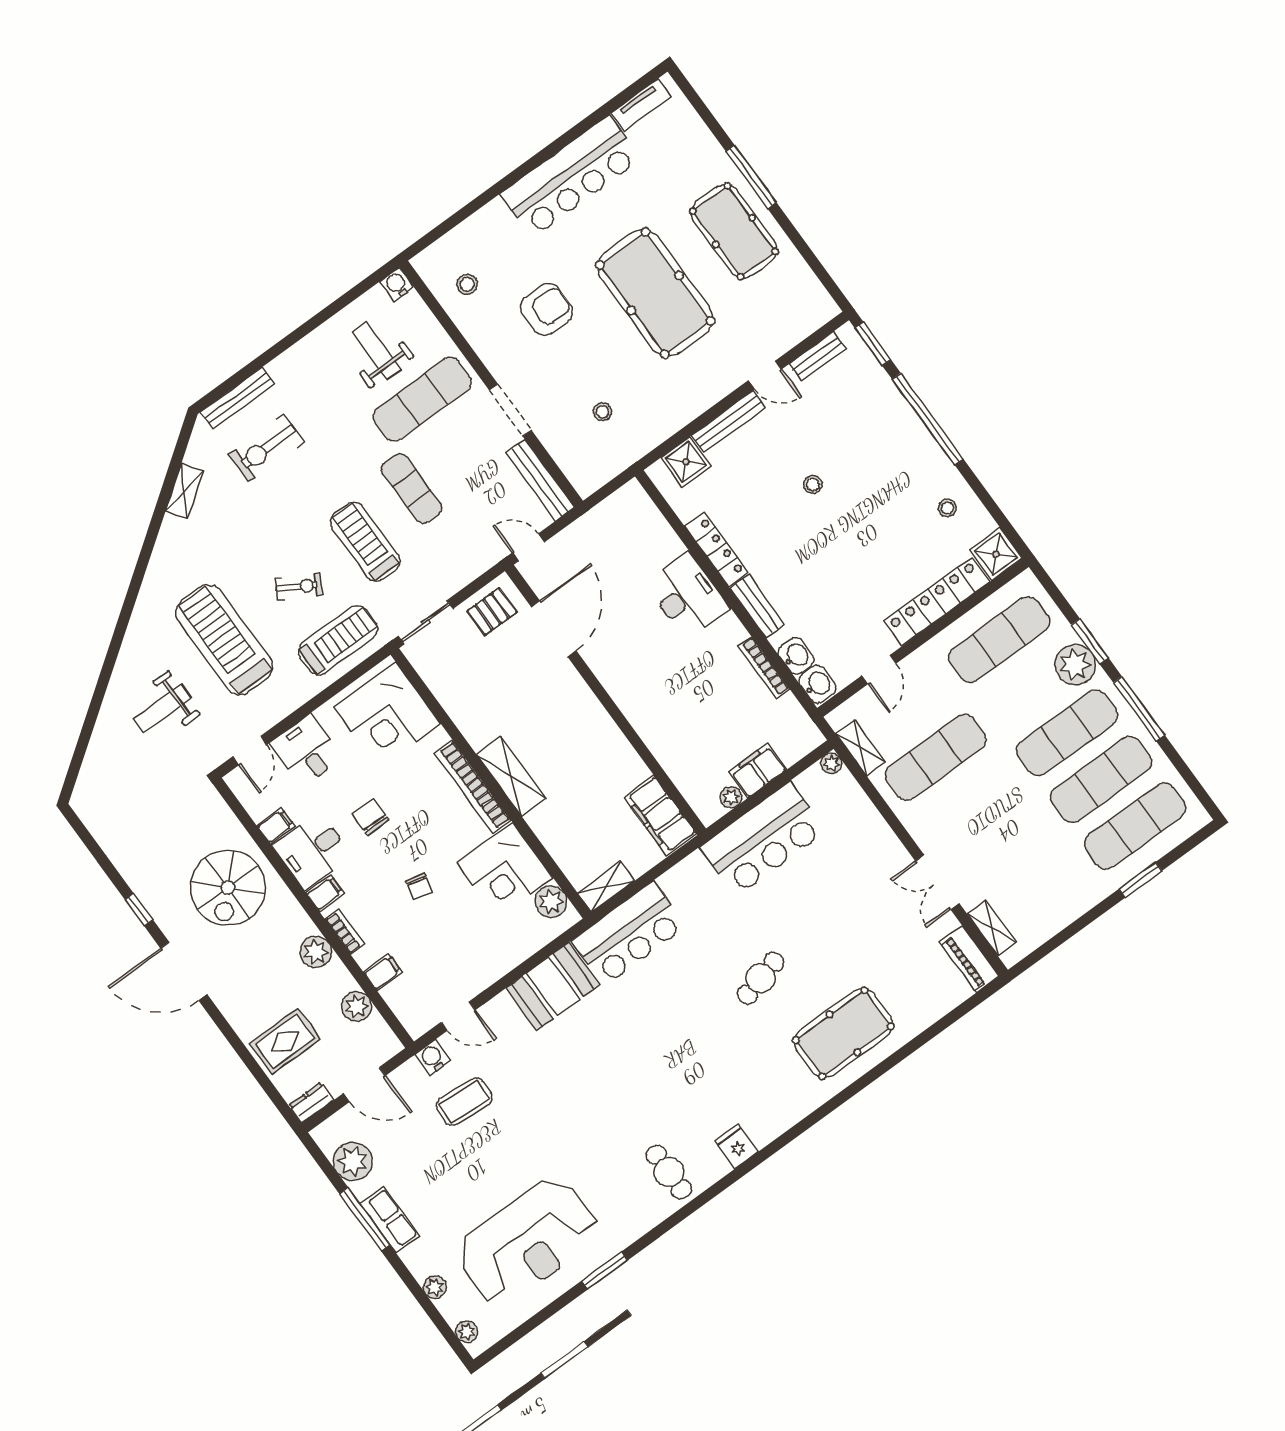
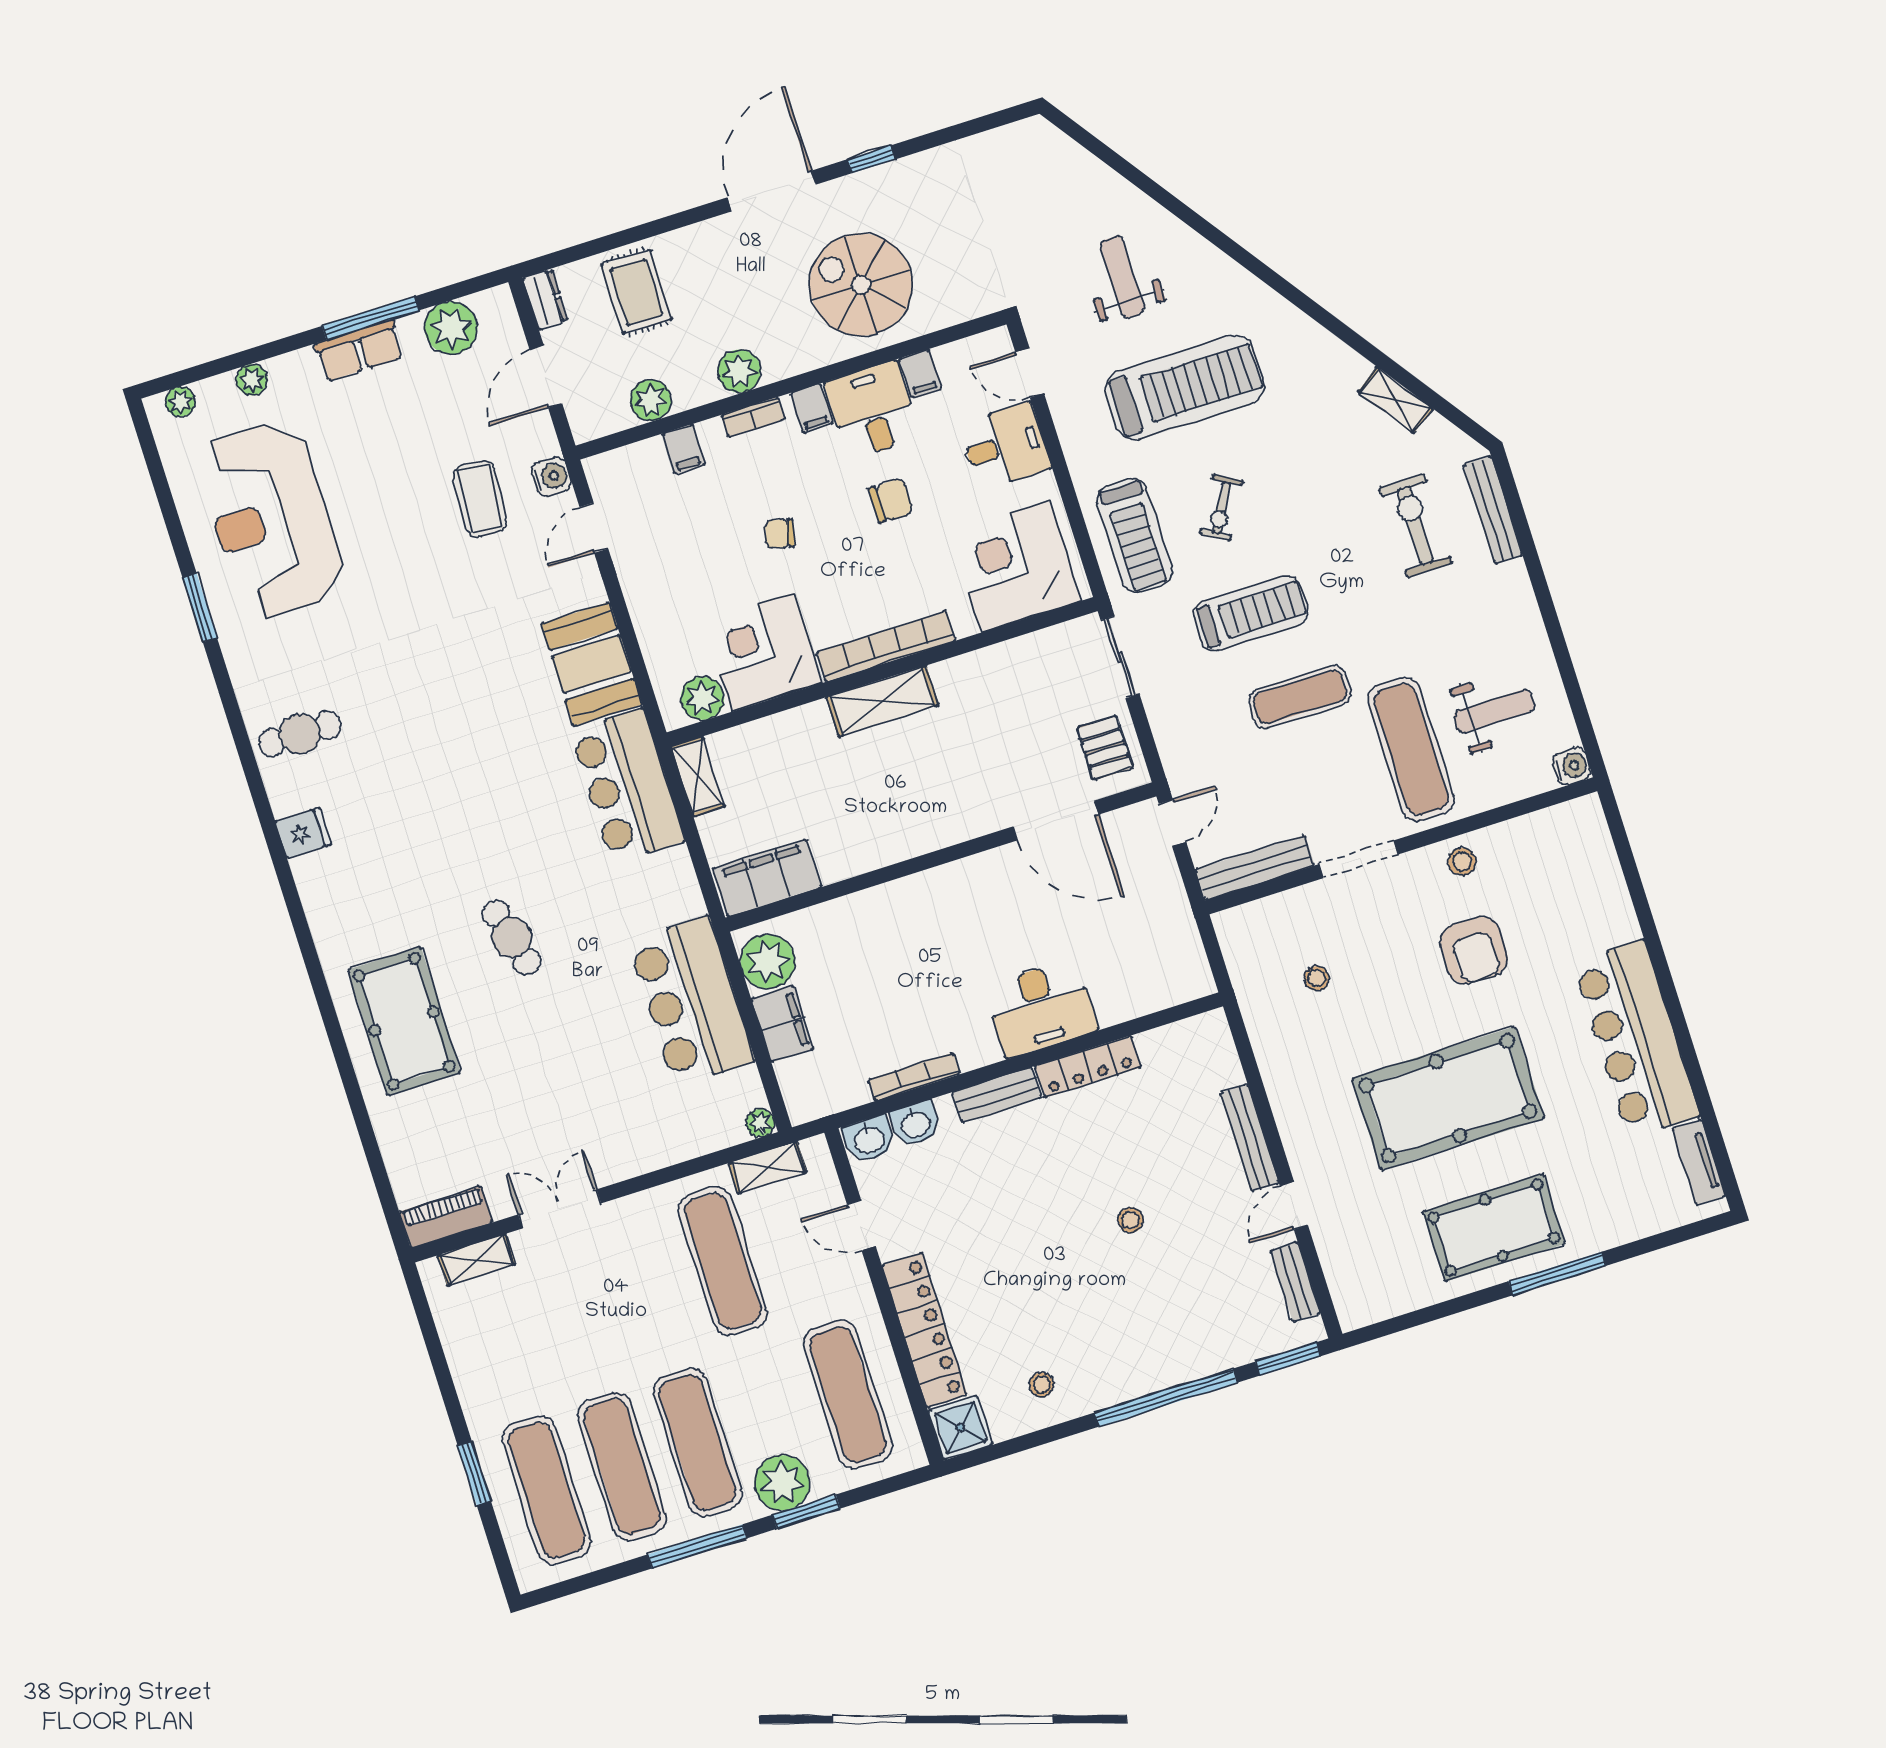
stool: (467, 284) -> (1462, 862), moved
shower: (686, 462) -> (1215, 1065), removed
plant: (731, 797) -> (768, 962), width x1.88, depth x1.88

